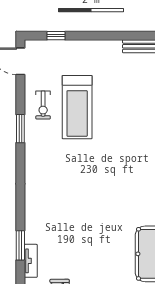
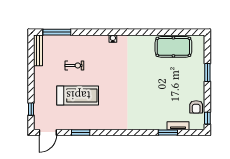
exercise bike: (43, 105) -> (74, 65), moved
window: (20, 129) -> (81, 132), moved

